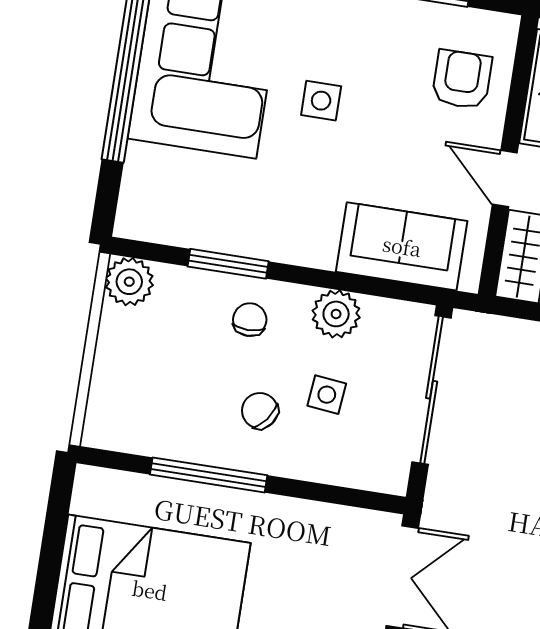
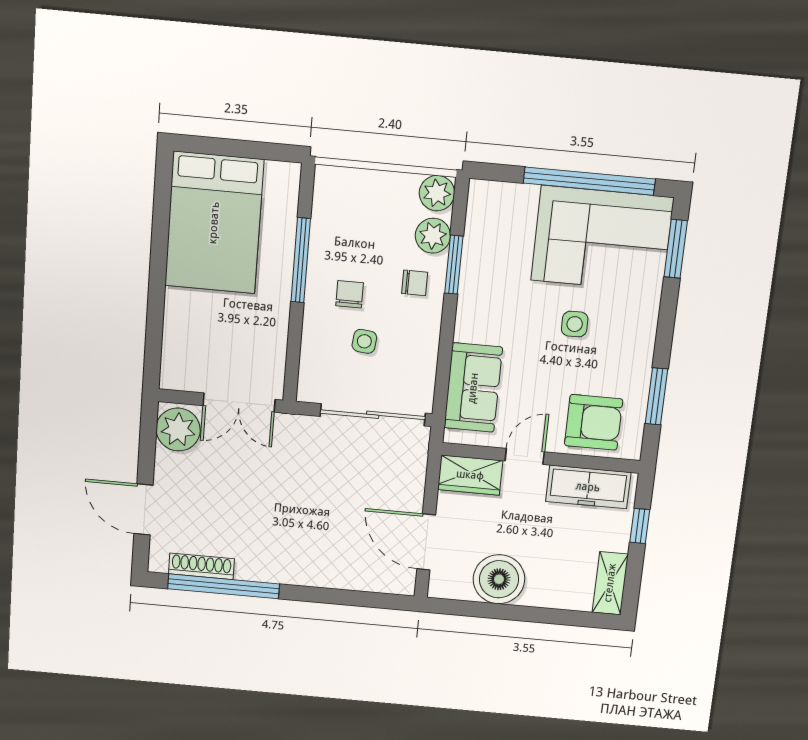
armchair: (462, 79) -> (594, 422), width x1.38, depth x1.38
plant: (336, 314) -> (433, 236), moved
chair: (260, 411) -> (350, 294), turned -37

